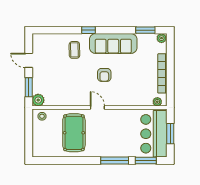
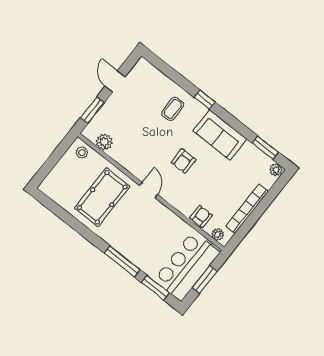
sofa: (113, 44) -> (220, 135), width x0.73
armchair: (139, 99) -> (201, 216), added
plant: (38, 100) -> (104, 142), moved

